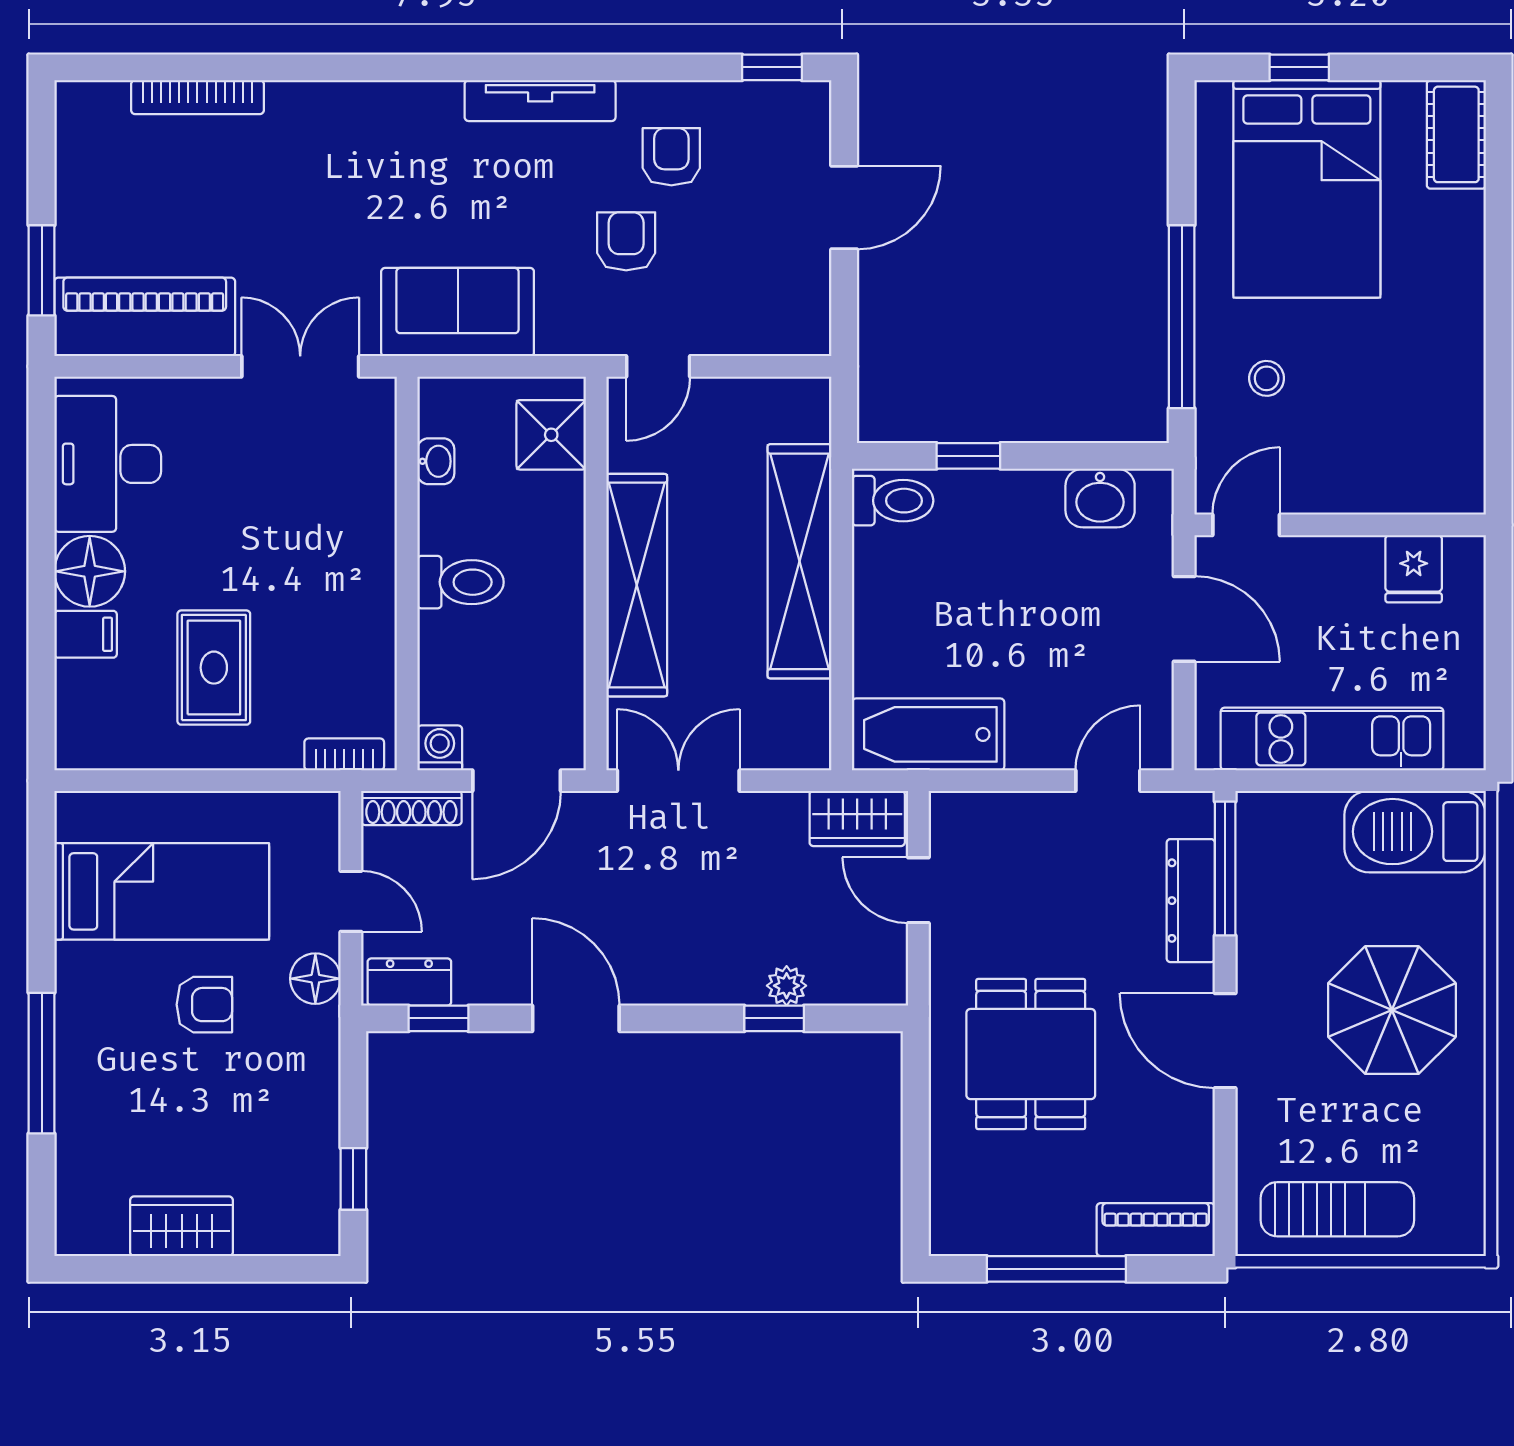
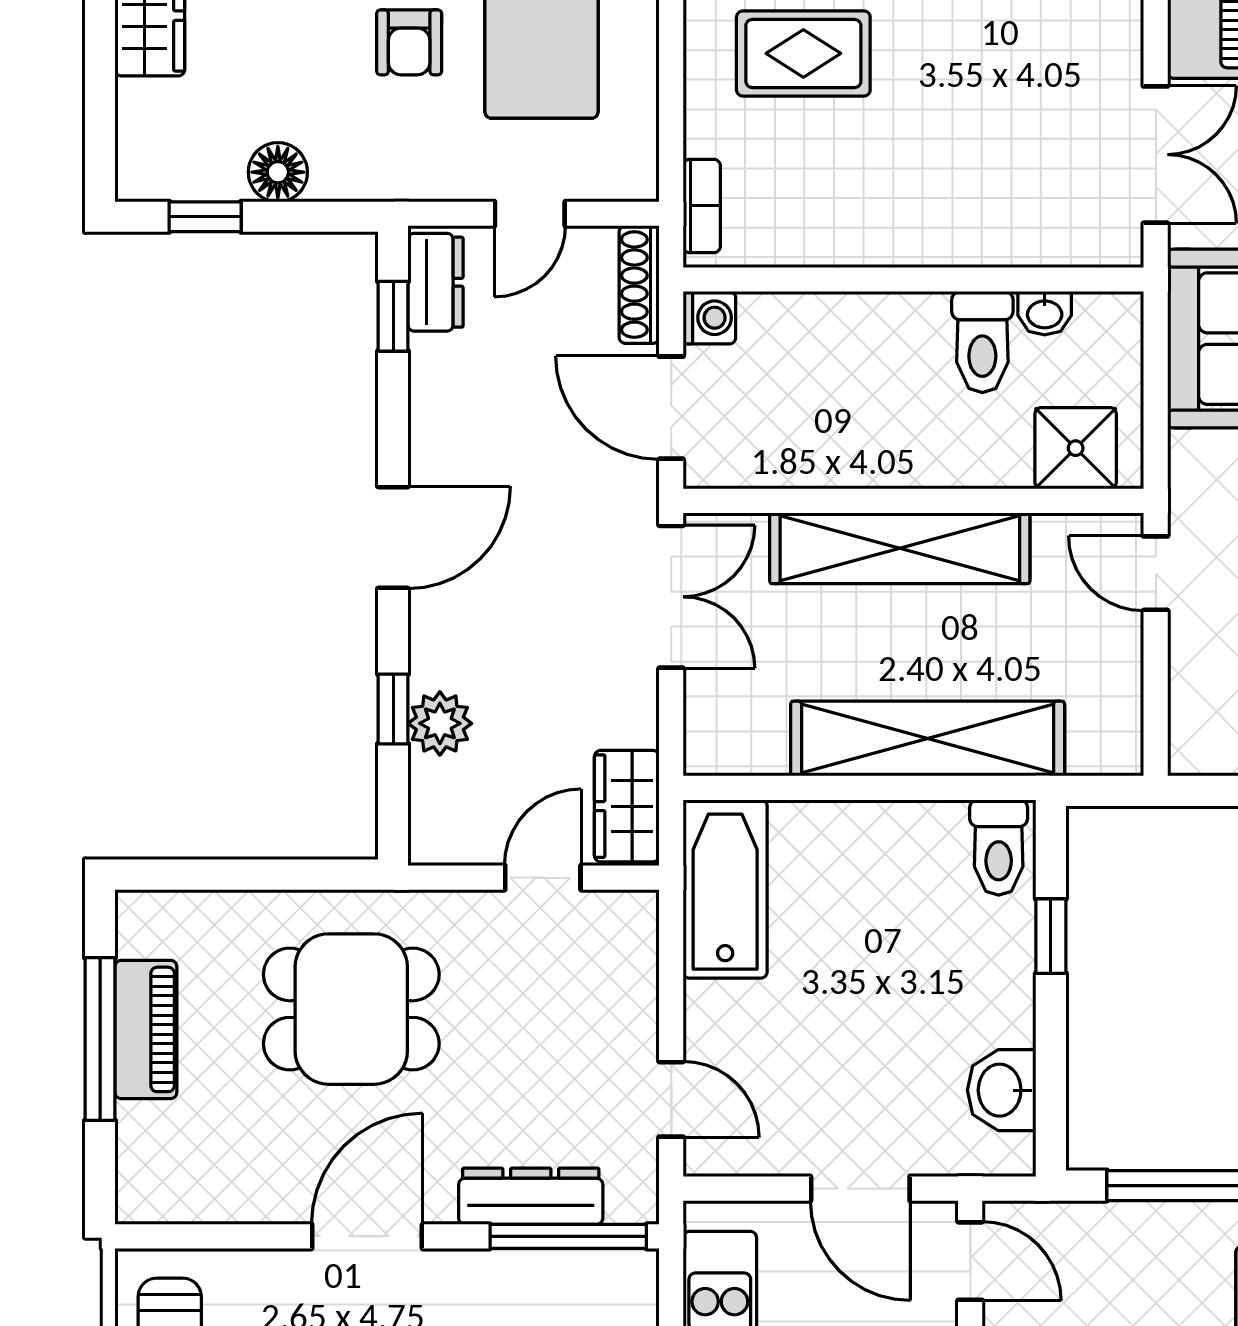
stool: (1267, 378) -> (1142, 1285), removed
toilet: (460, 582) -> (982, 342), moved
door: (1184, 619) -> (860, 1189), hinge flipped
floor lamp: (315, 979) -> (278, 172), moved
plant: (787, 986) -> (440, 723), width x1.38, depth x1.38
door: (576, 1018) -> (393, 538), moved
piano: (1156, 1230) -> (146, 1029), moved

